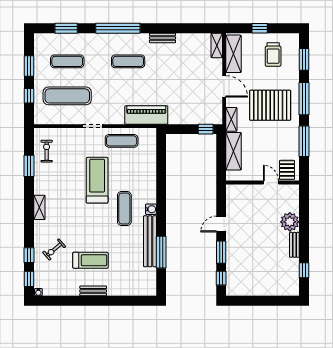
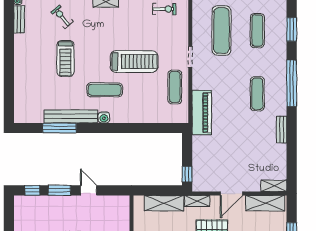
treadmill: (90, 260) -> (66, 58), moved
bench: (93, 291) -> (19, 19), moved

